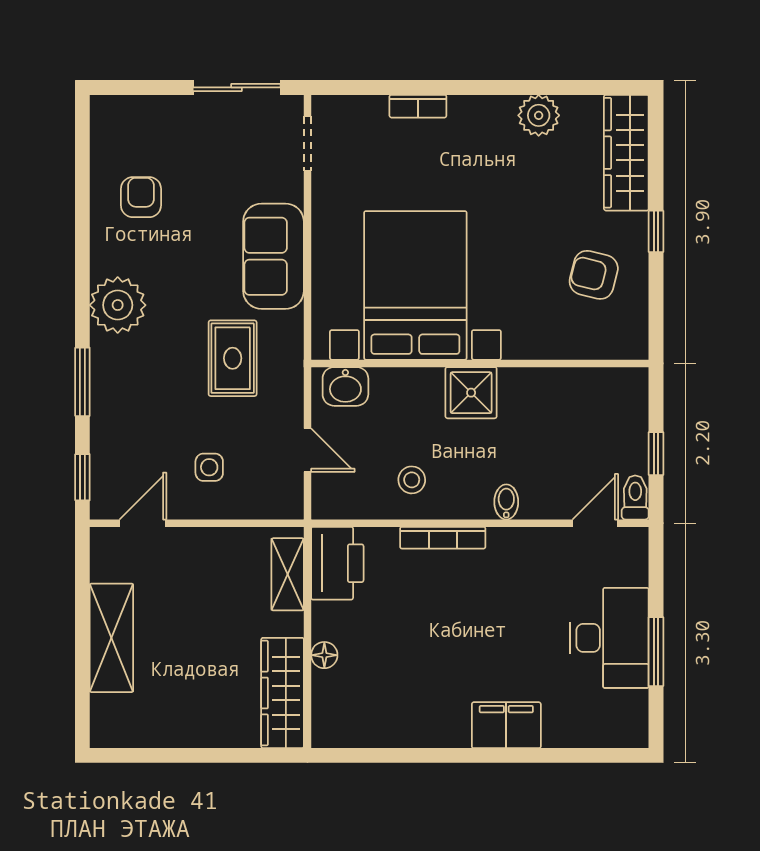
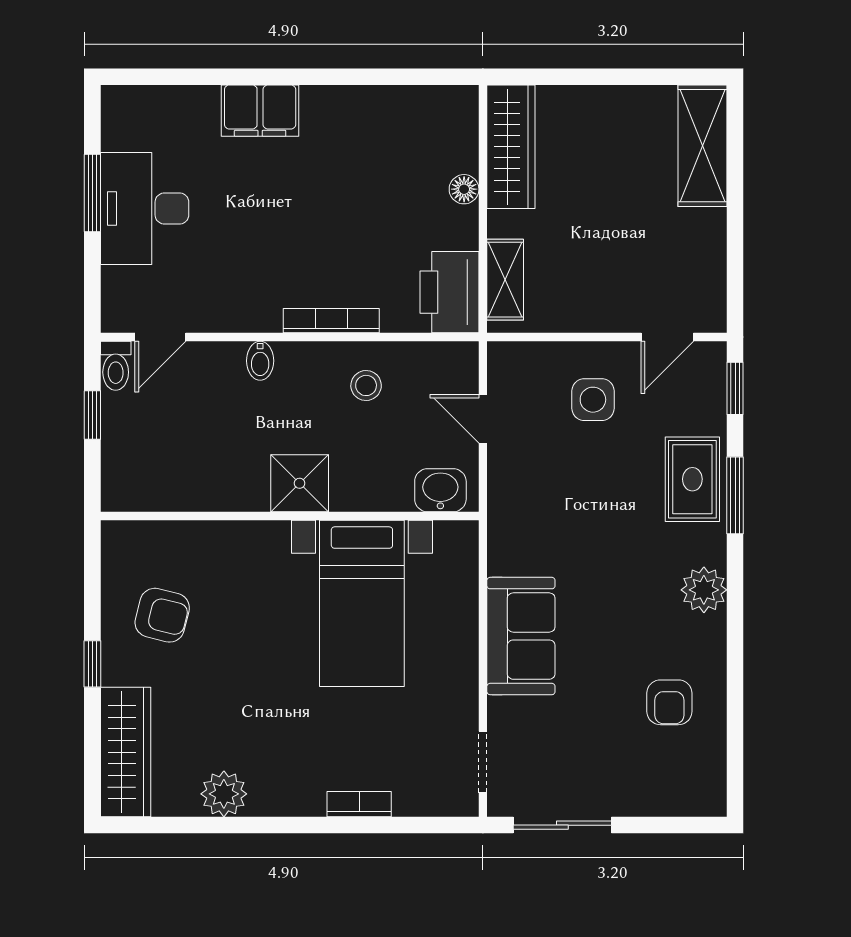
bed with nightstands: (415, 285) -> (362, 603), width x0.73
plant: (118, 305) -> (704, 590), width x0.73, depth x0.73
rug: (233, 358) -> (692, 479), moved
side table: (209, 467) -> (593, 400), width x1.37, depth x1.37
shelving: (111, 638) -> (703, 146), moved

